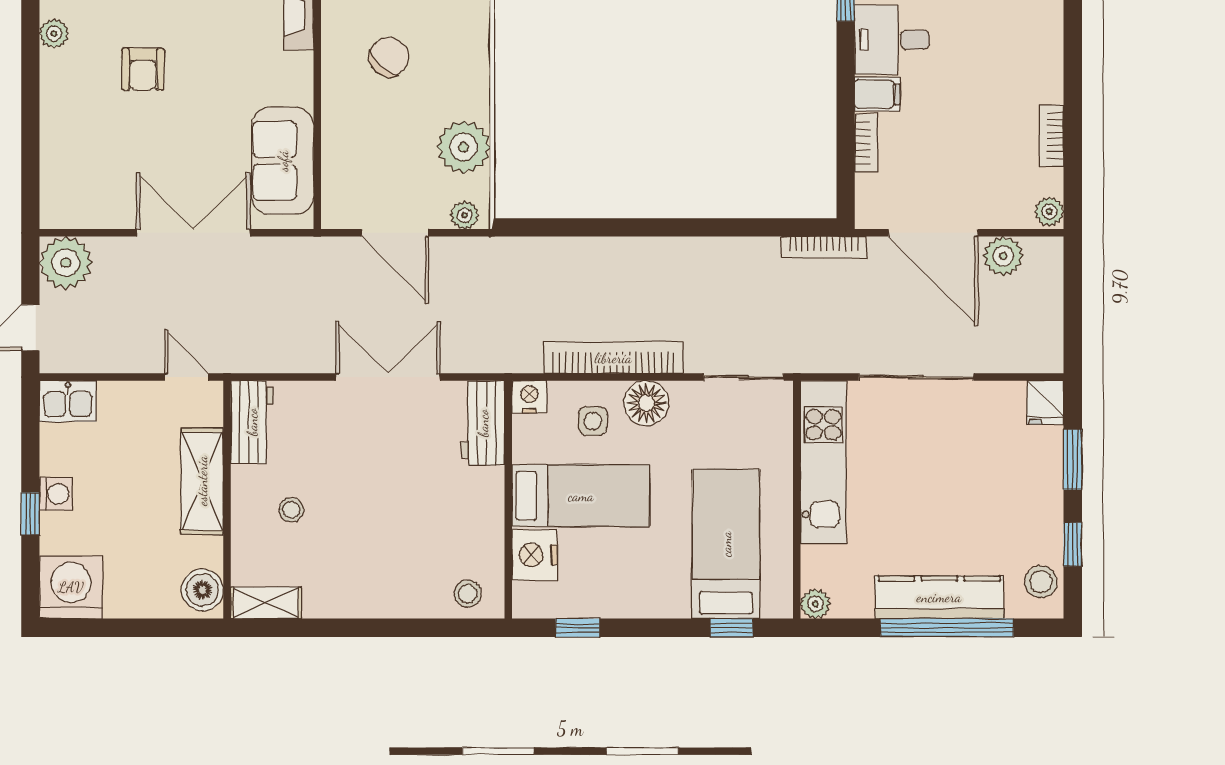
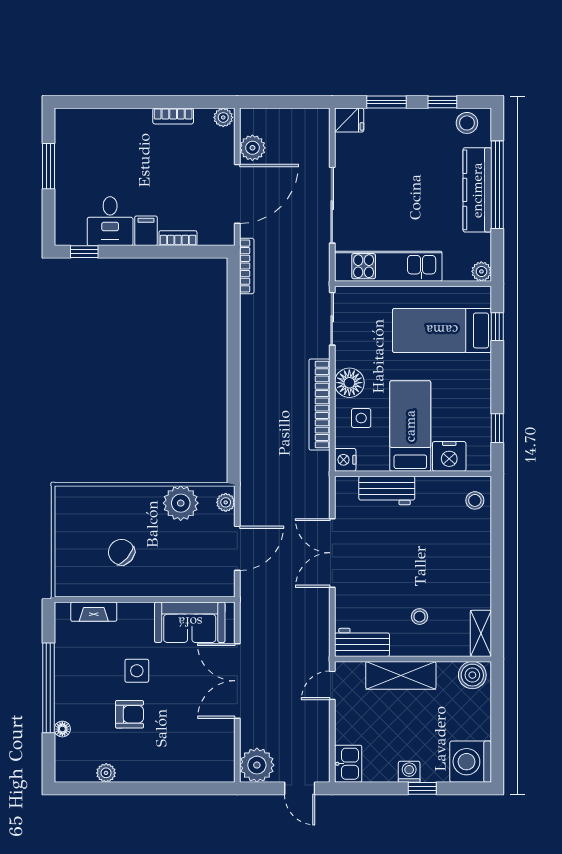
side table: (209, 80) -> (137, 671), added
workbench: (483, 423) -> (387, 490), moved

